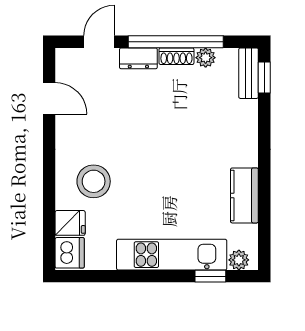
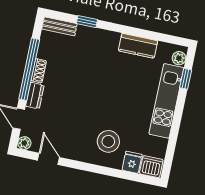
plant: (206, 58) -> (24, 143), moved
window: (264, 78) -> (87, 22), moved
door: (49, 98) -> (49, 159), hinge flipped

